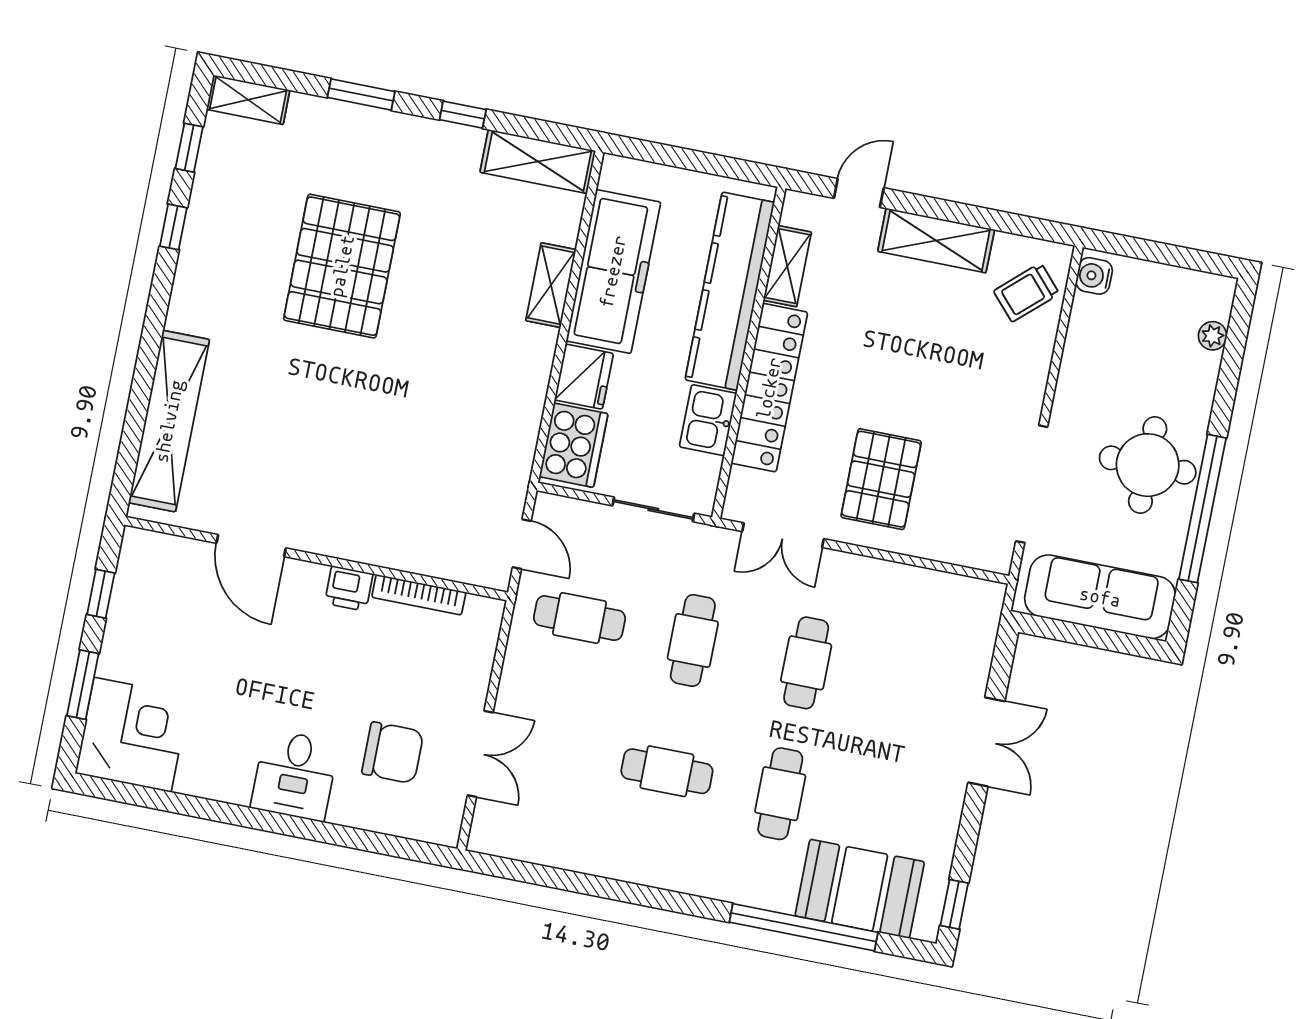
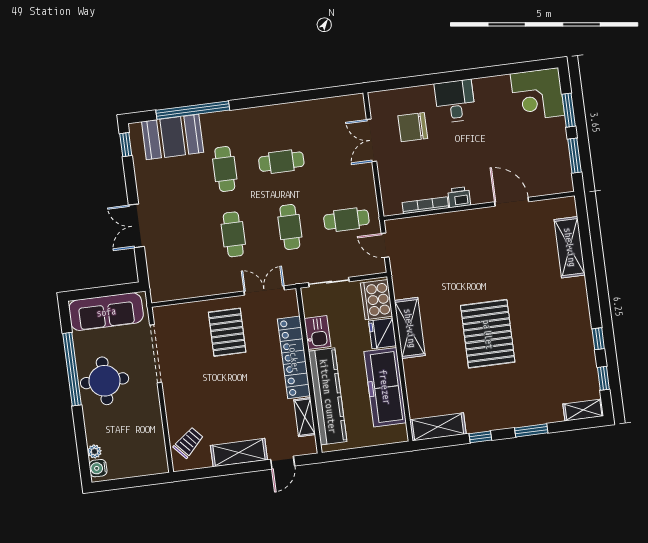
pallet: (342, 266) -> (488, 334), moved
water cooler: (1094, 276) -> (98, 468), moved, turned 180
shelving: (551, 285) -> (410, 328), moved, width x1.50, depth x1.33
shelving: (169, 421) -> (570, 247), width x0.68
window: (101, 594) -> (574, 156), width x1.50

